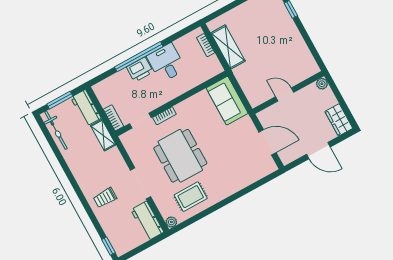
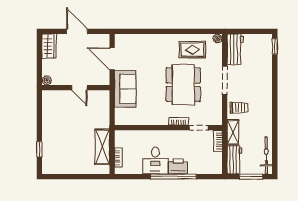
sofa: (227, 101) -> (125, 89), moved
trolley: (105, 198) -> (239, 108), moved

